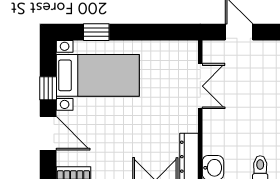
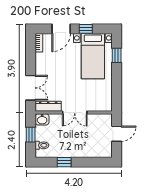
double door: (200, 86) -> (75, 112), moved

